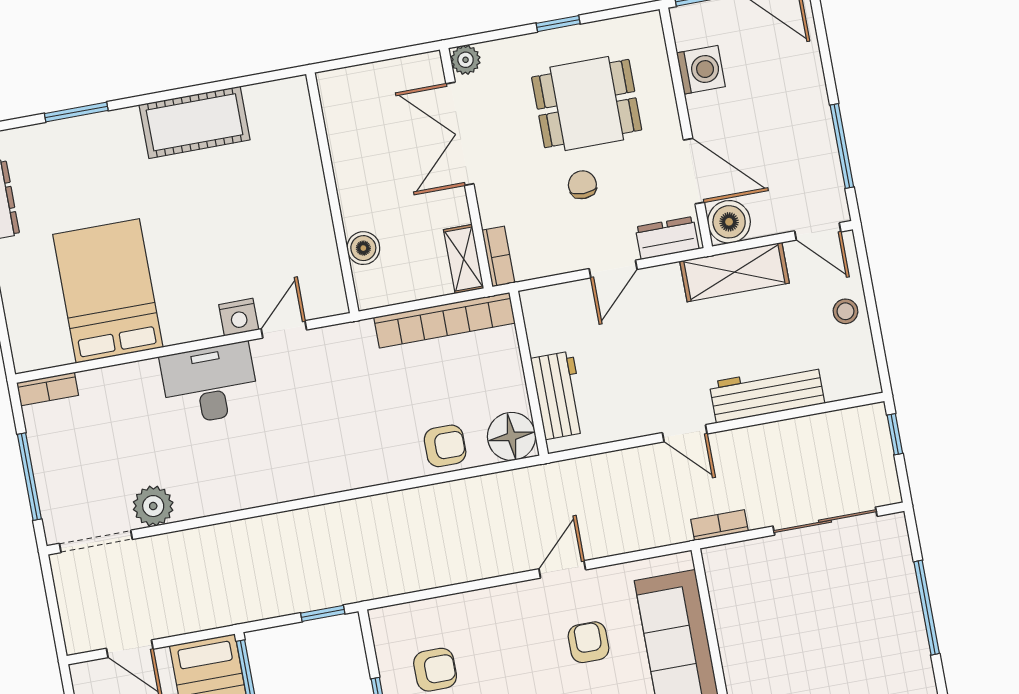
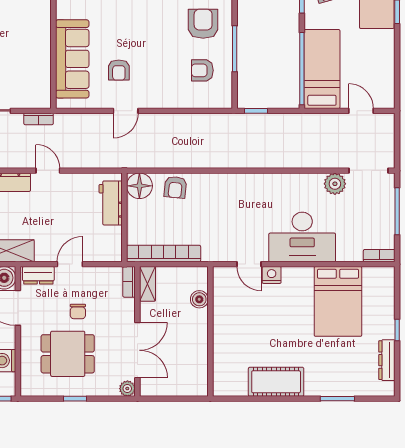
door: (284, 329) -> (249, 264), hinge flipped
desk: (210, 384) -> (302, 237), width x1.36, depth x1.30
armchair: (445, 446) -> (175, 187), turned -84

